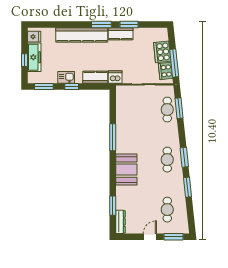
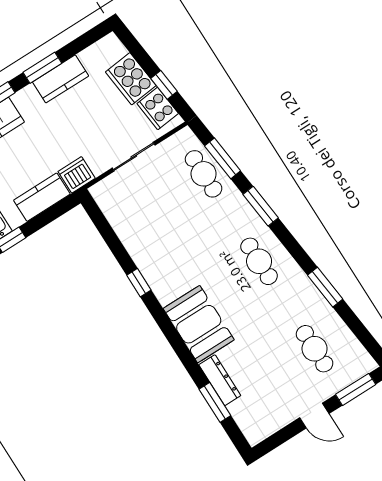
kitchen counter: (121, 34) -> (61, 79), moved
window: (174, 63) -> (164, 85), width x0.46
window: (113, 137) -> (139, 283), width x0.46
window: (184, 157) -> (261, 206), moved
dresser: (120, 222) -> (220, 380), moved
door: (150, 237) -> (314, 416), swing flipped

